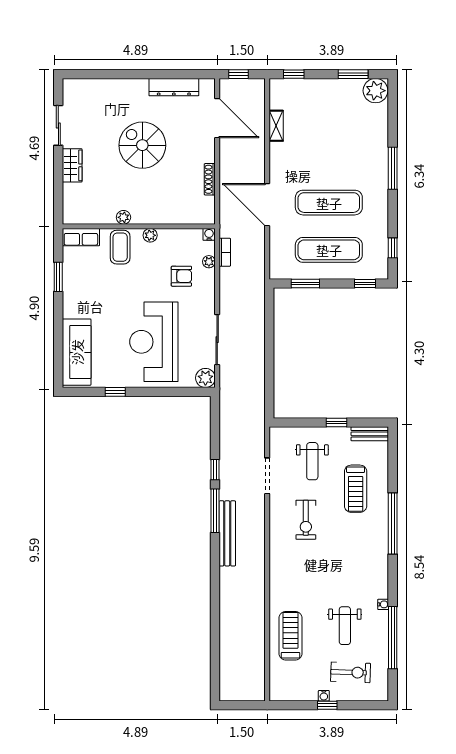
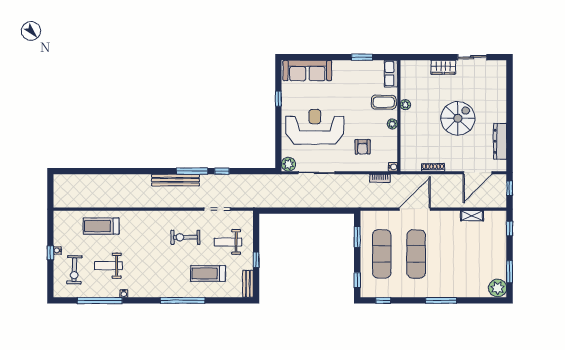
plant: (209, 262) -> (373, 167), removed
treadmill: (290, 636) -> (101, 226), turned 180

